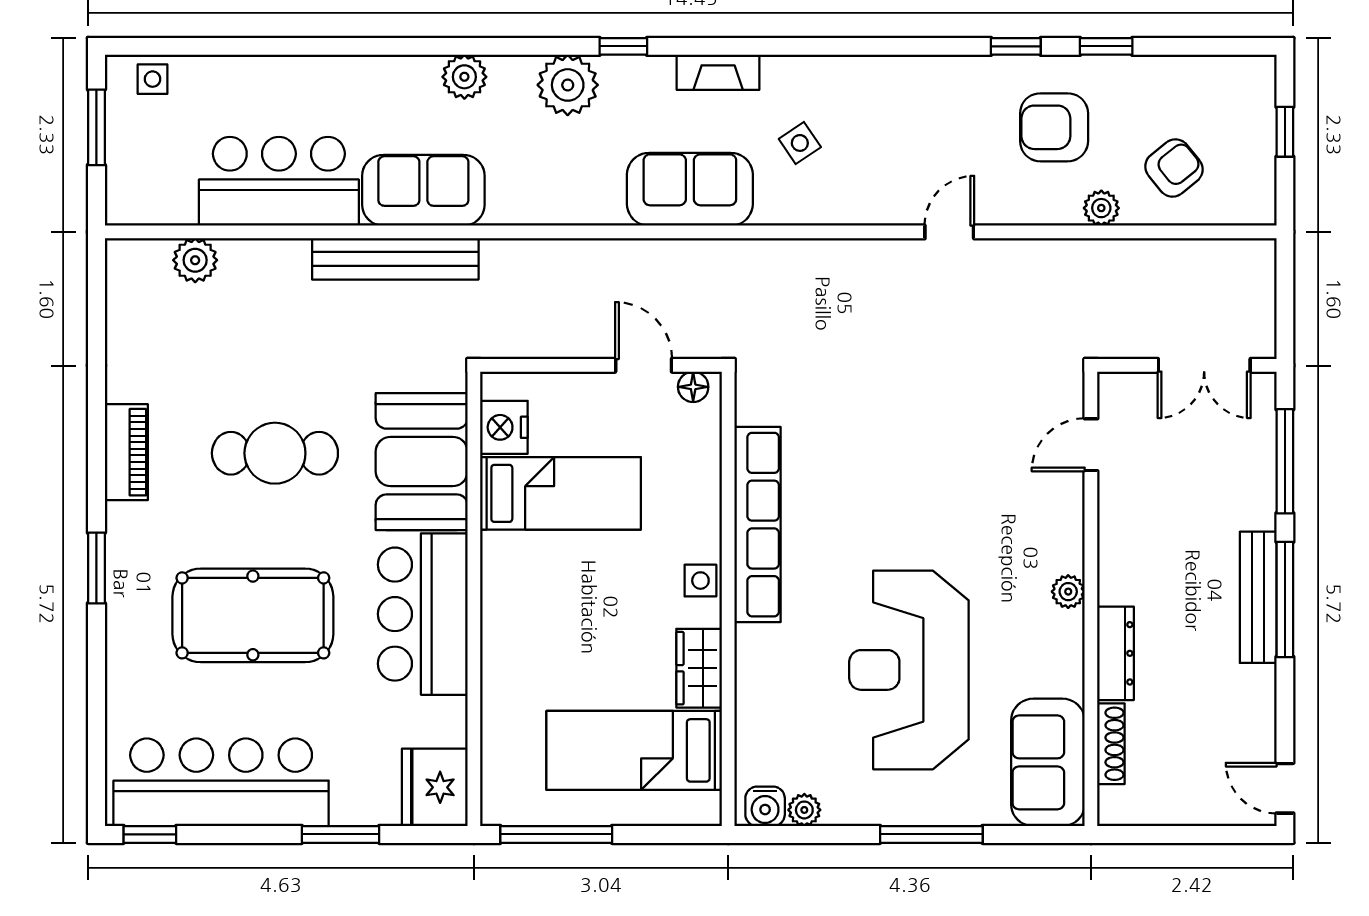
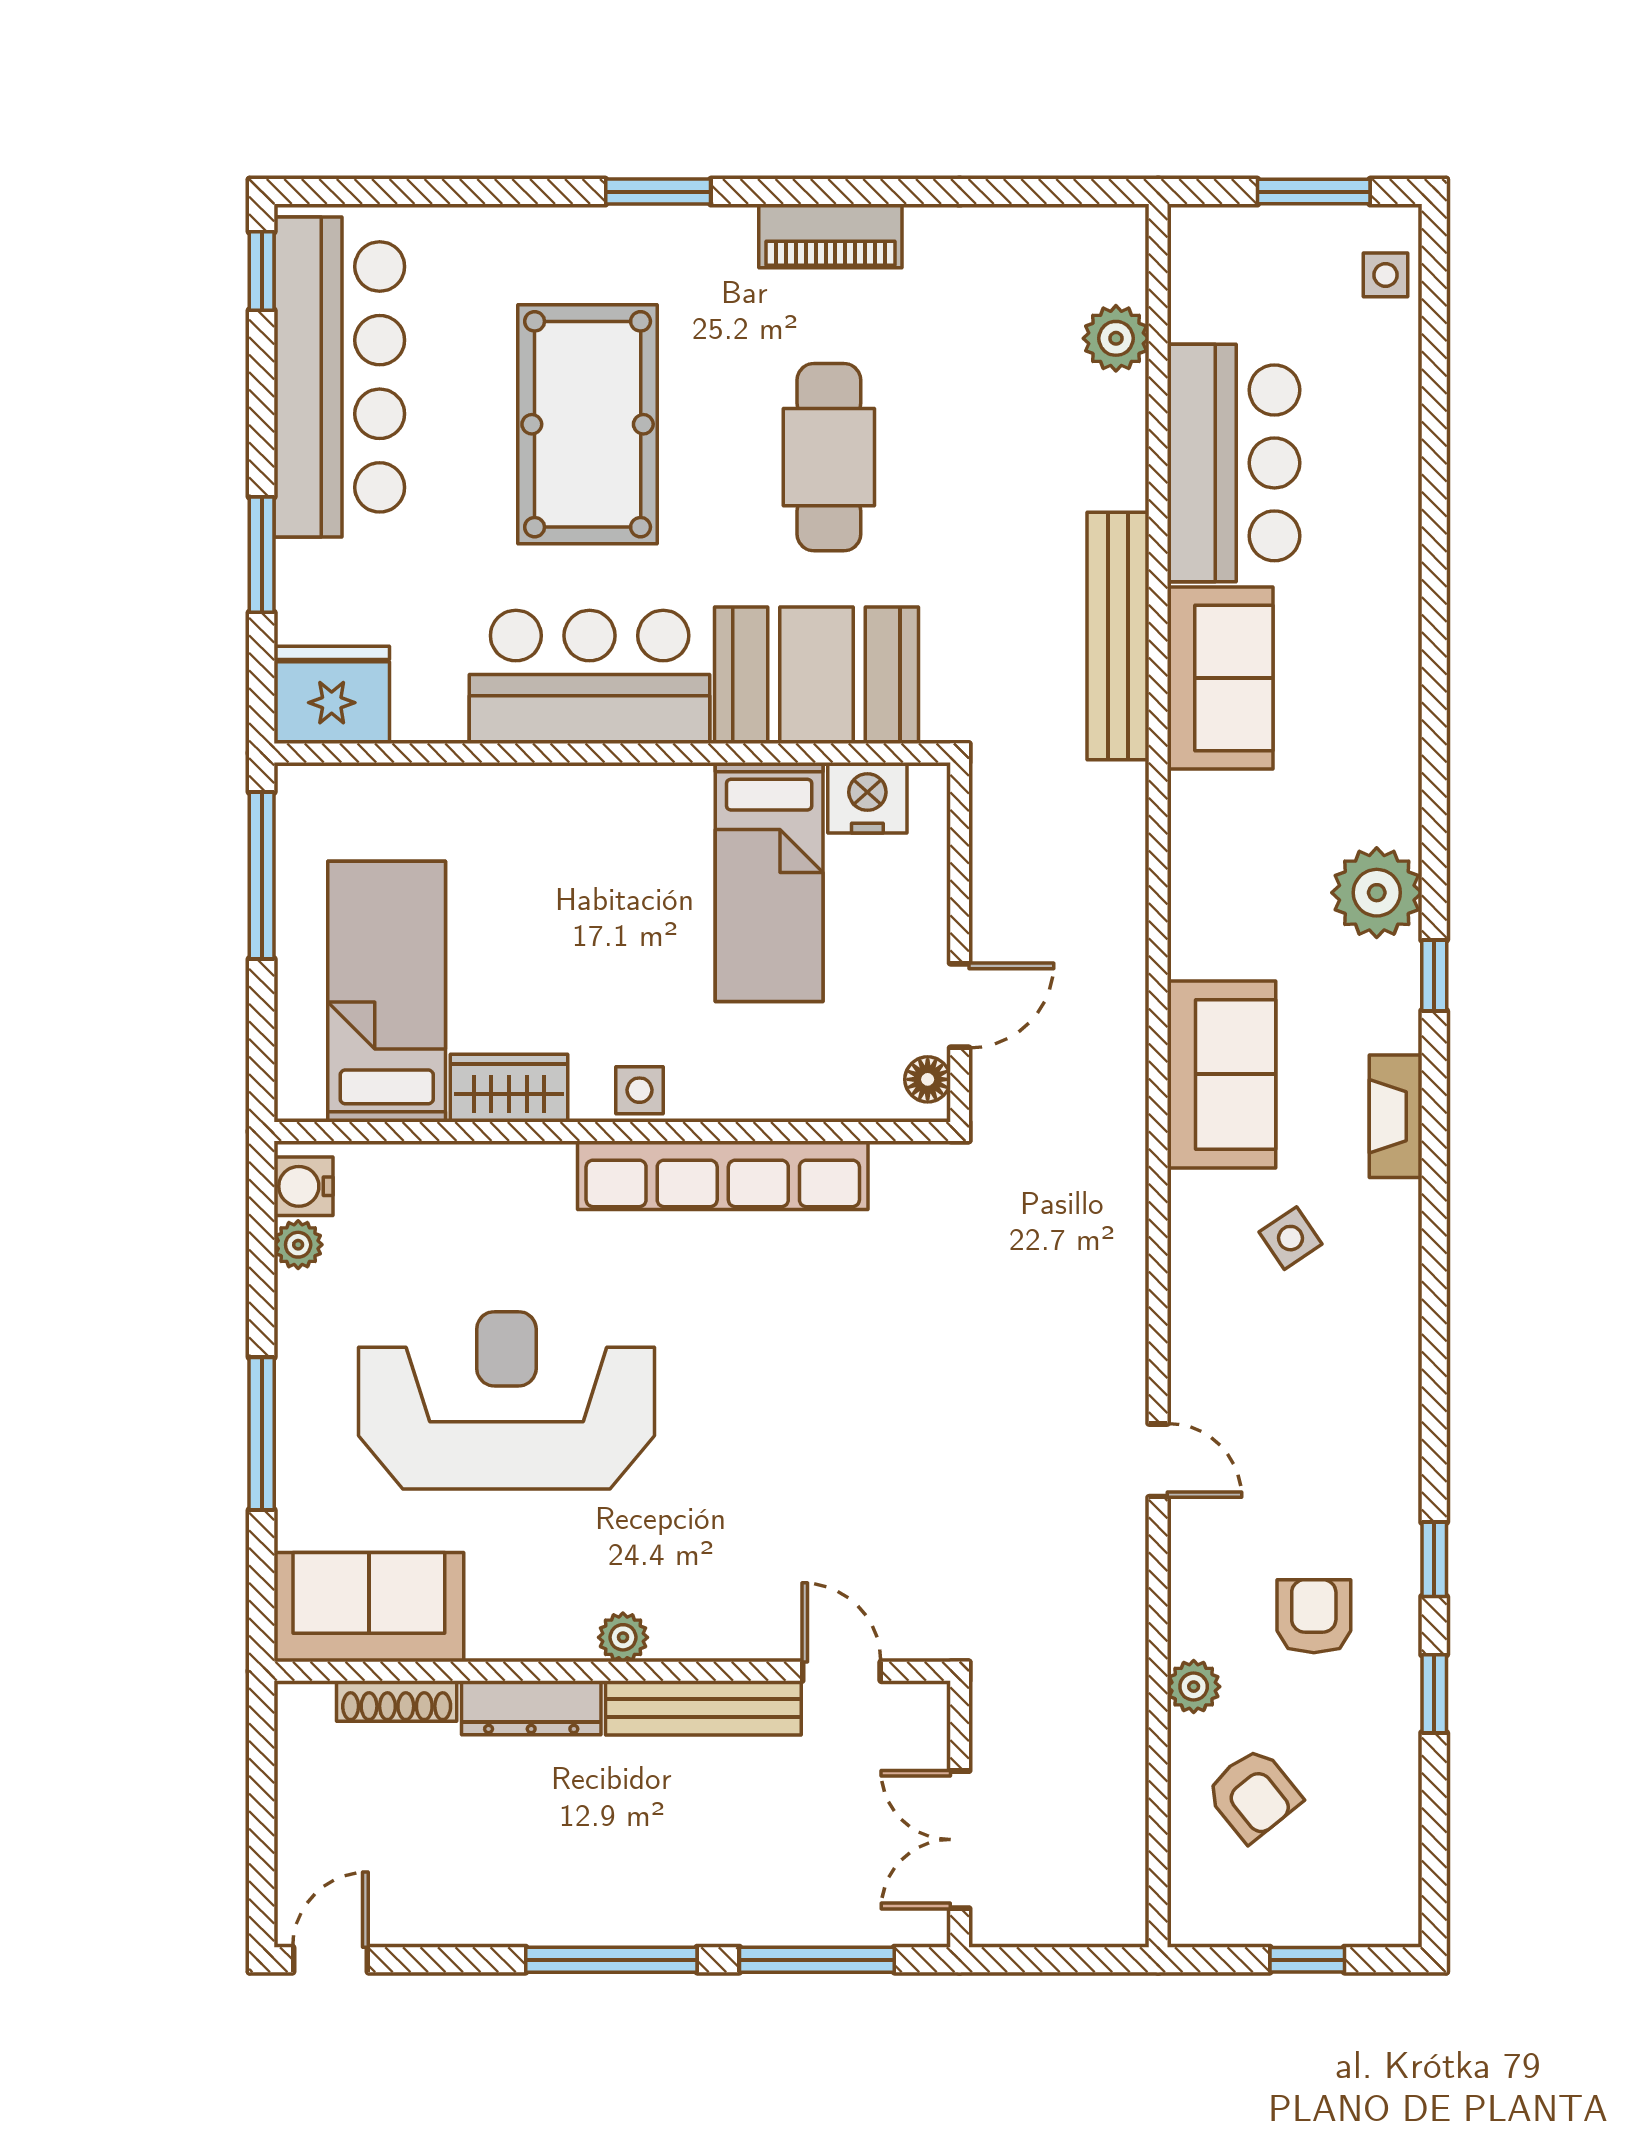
plant: (464, 77) -> (1389, 739), removed
armchair: (1054, 127) -> (1314, 1616), width x0.72, depth x0.72
bench: (1258, 597) -> (703, 1708), moved

